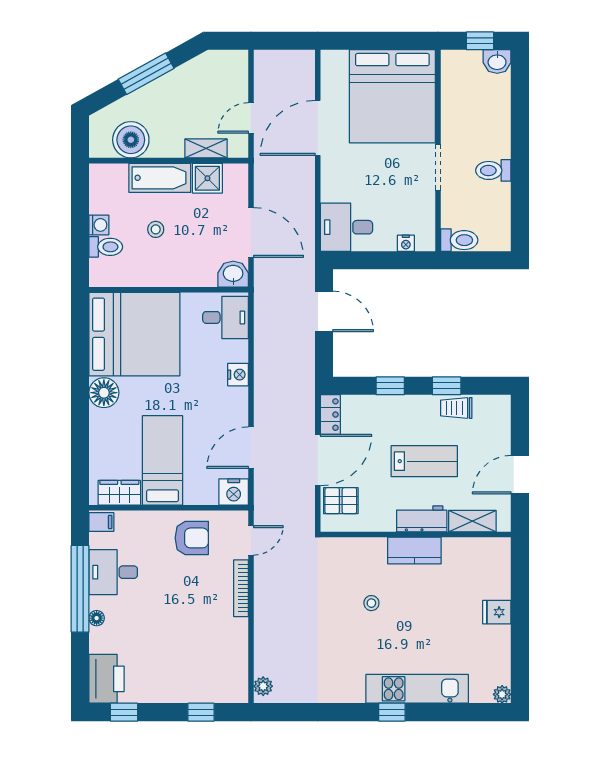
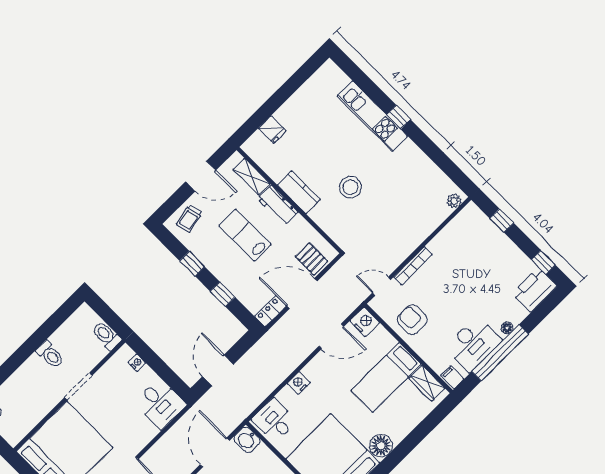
trolley: (456, 408) -> (189, 219), moved, turned 78
desk: (113, 572) -> (473, 344), width x1.37
stool: (371, 603) -> (350, 187), width x1.89, depth x1.89
fridge: (497, 612) -> (272, 130), moved
plant: (502, 694) -> (329, 67), removed

